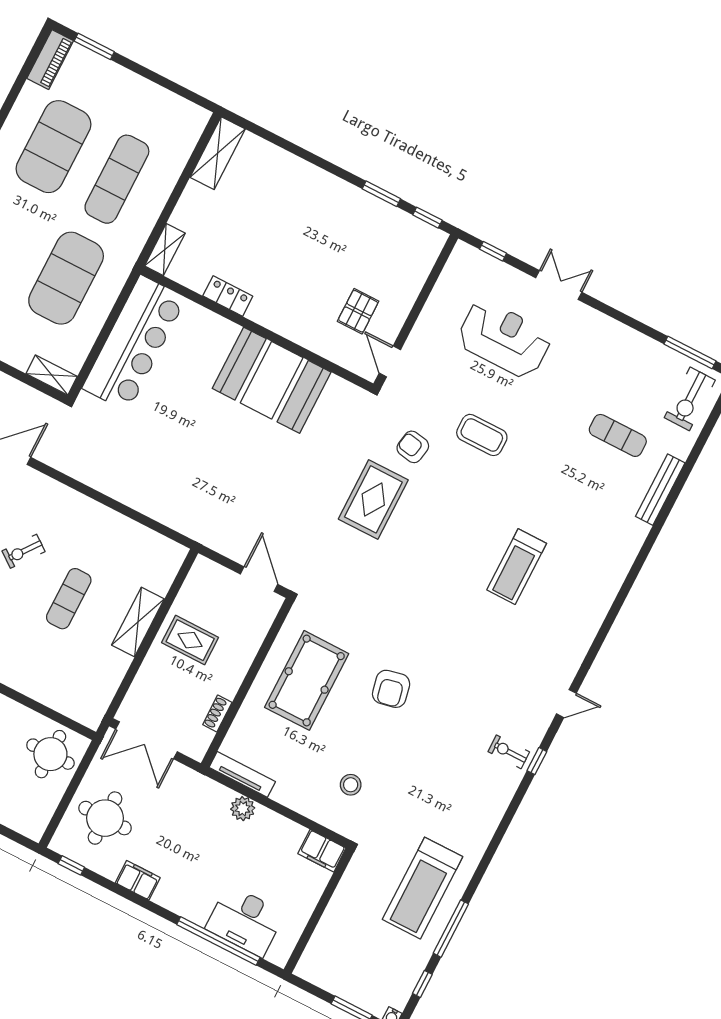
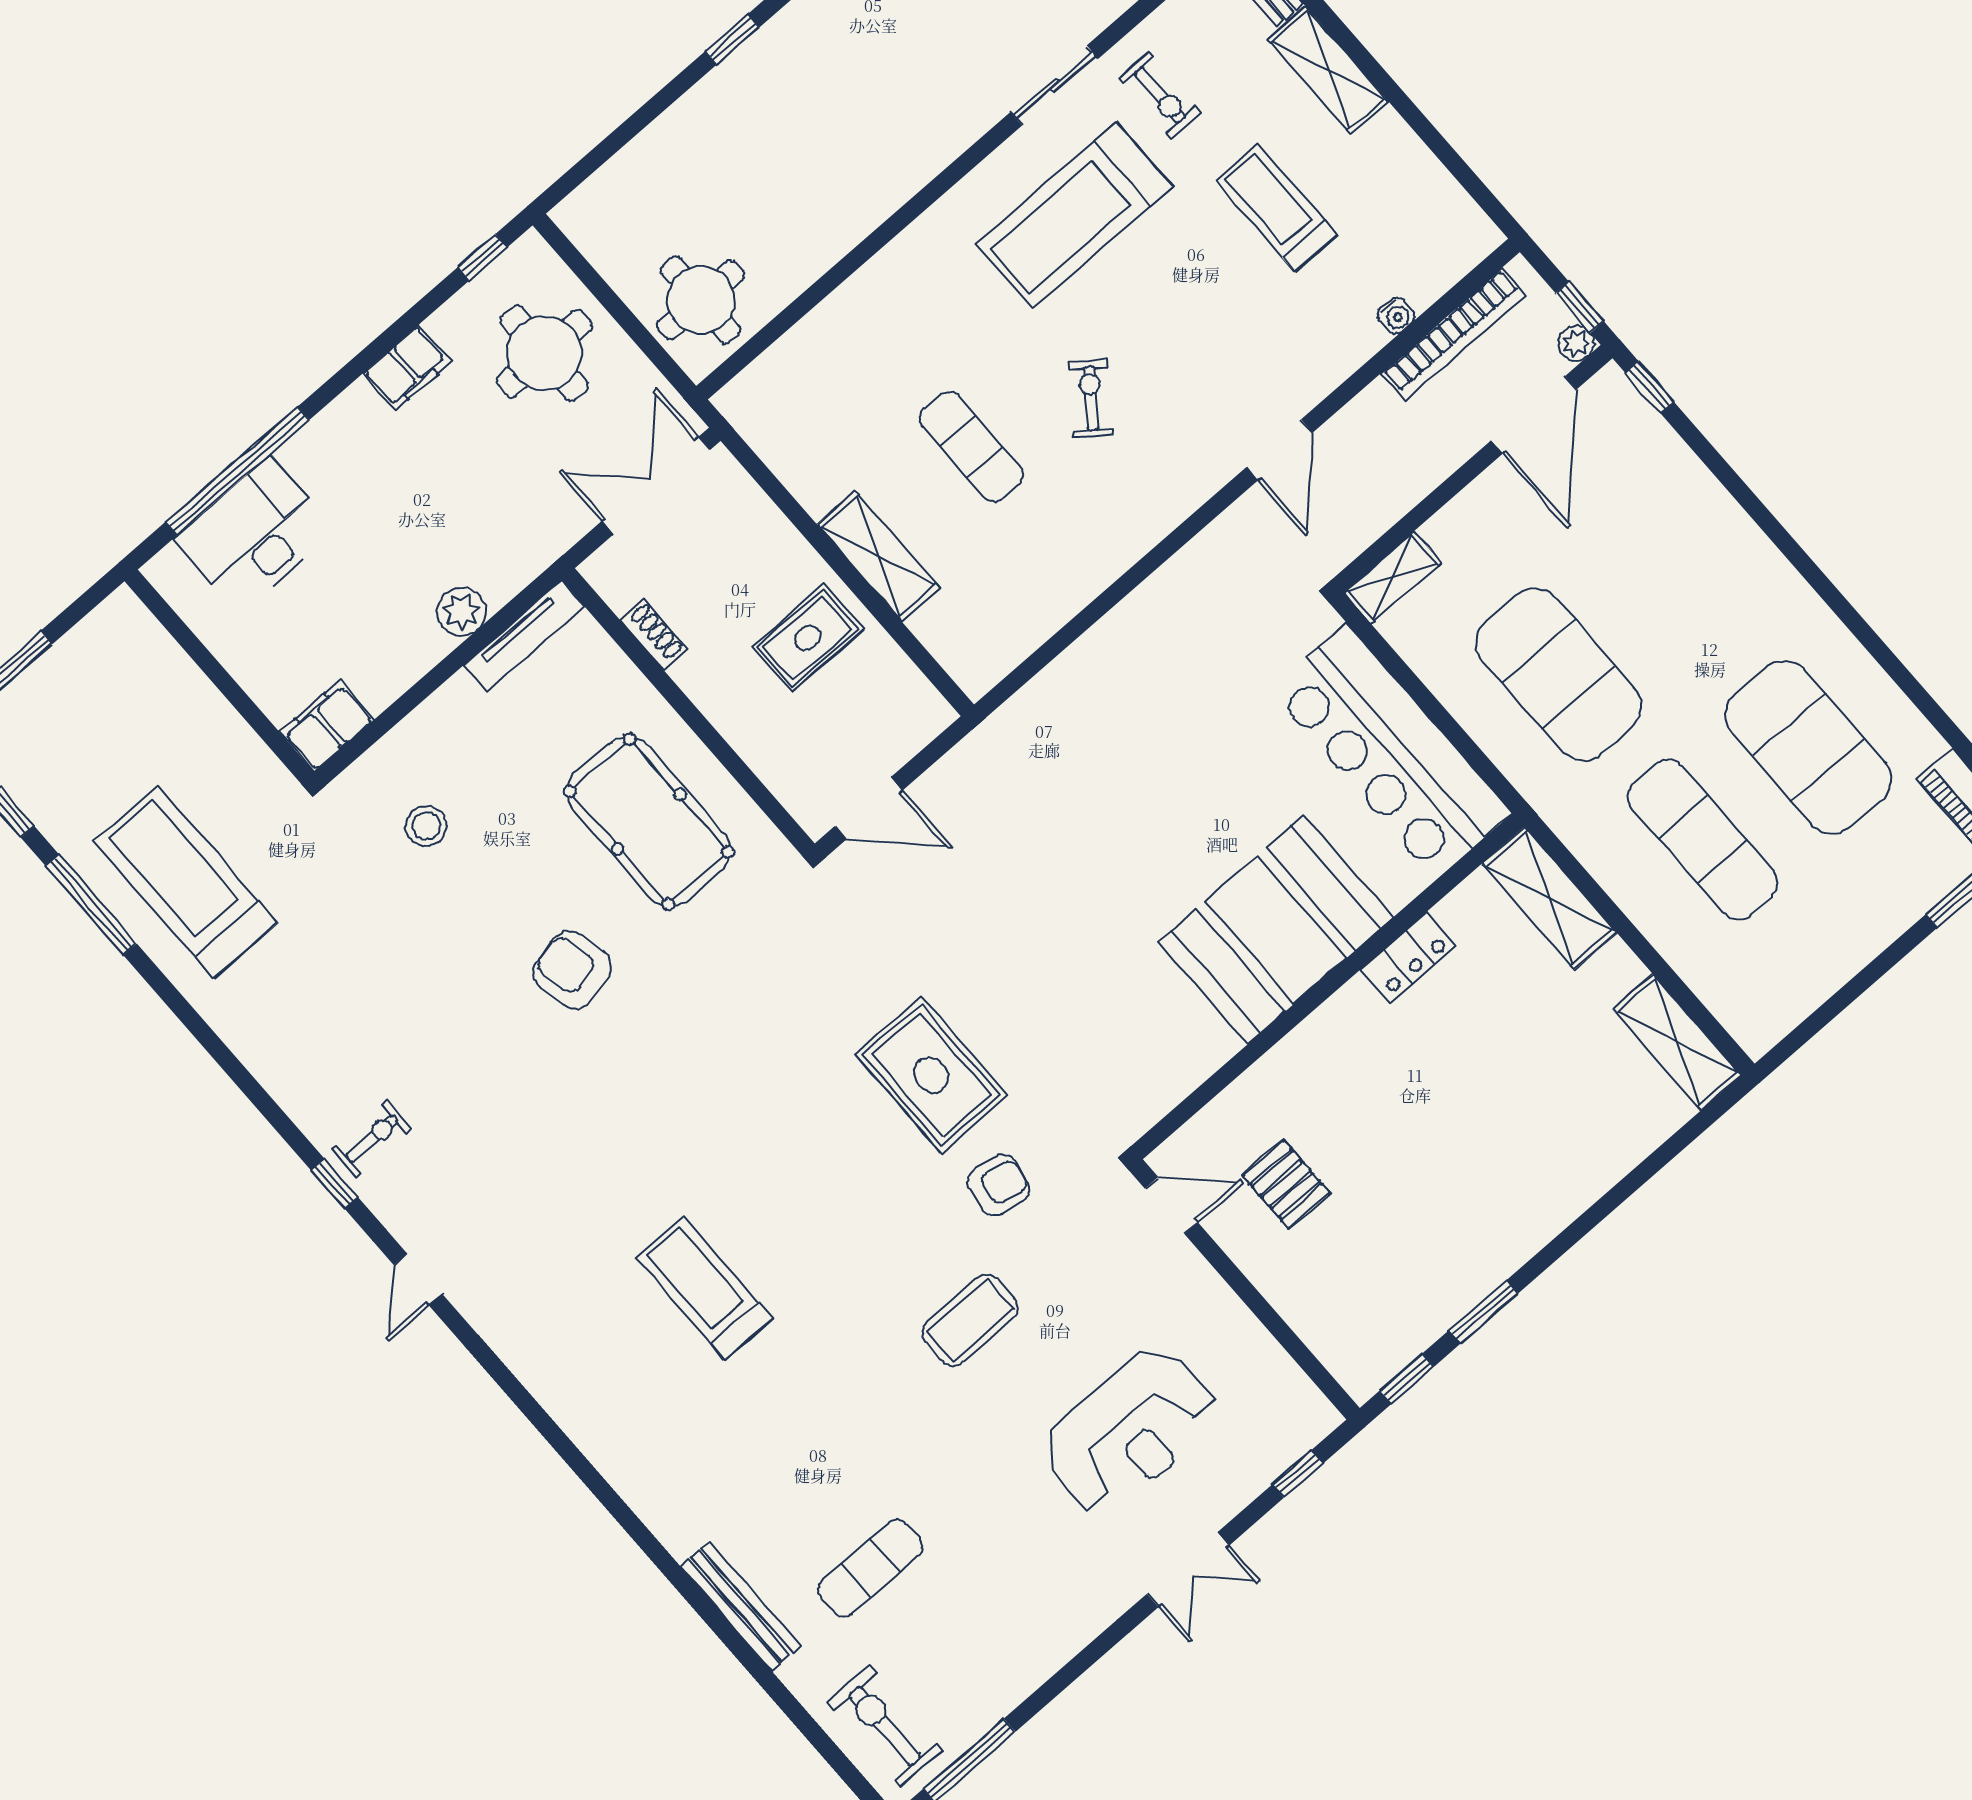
shelving: (165, 250) -> (1549, 898), width x1.50, depth x1.33
booth: (272, 380) -> (1276, 930), moved

